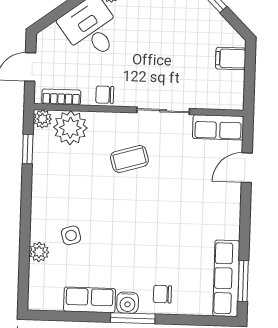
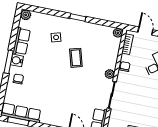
plant: (70, 128) -> (110, 74), moved, width x0.53, depth x0.53
window: (28, 149) -> (78, 17), moved
coffee table: (129, 159) -> (76, 58), moved
plant: (39, 252) -> (26, 15), moved

